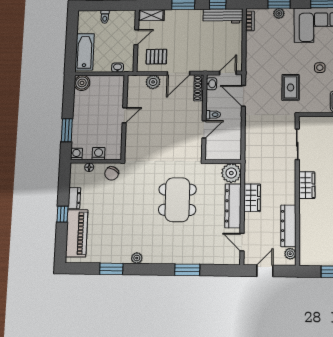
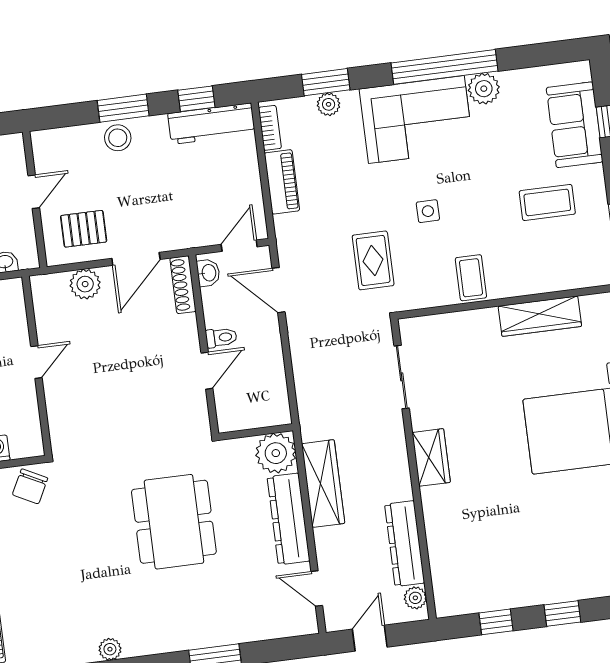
shelving: (151, 15) -> (58, 140), removed
stool: (179, 17) -> (118, 138), added
piano: (252, 46) -> (282, 182), added
wardrobe: (252, 198) -> (323, 484), width x1.50

